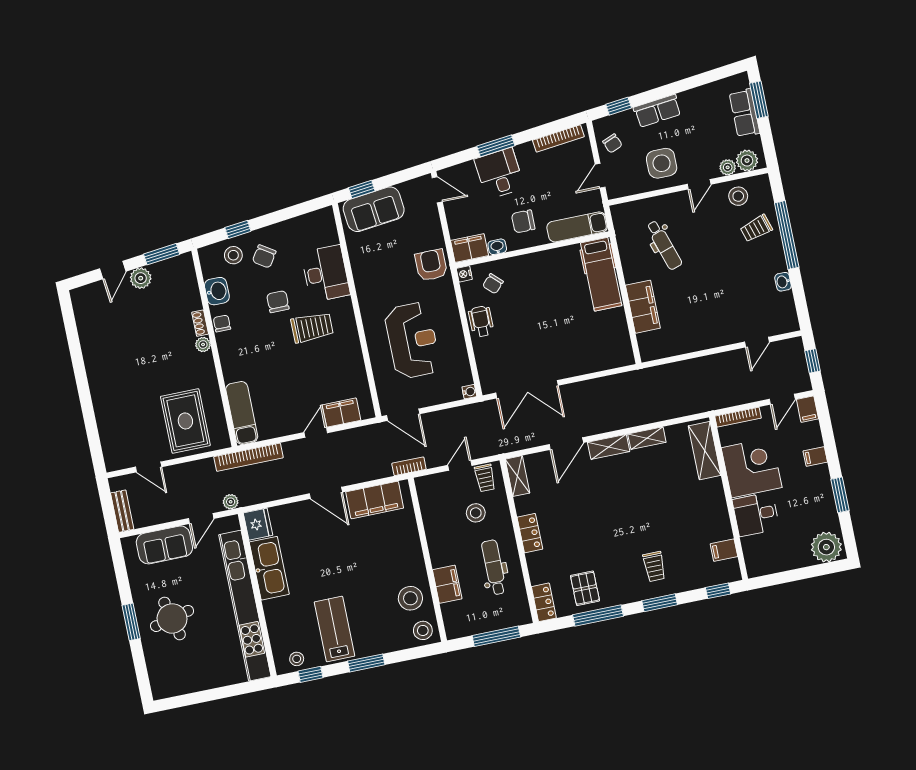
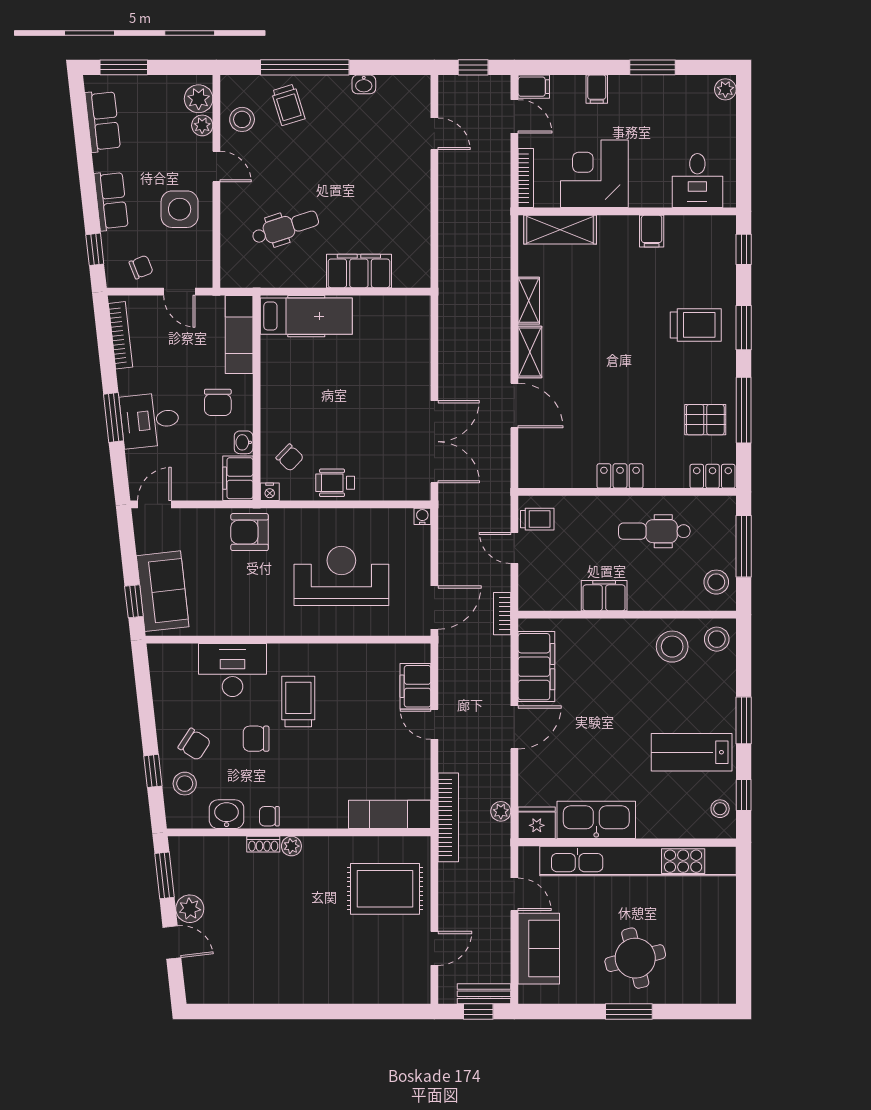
row of seats: (744, 113) -> (103, 121), moved, turned -96
shelving: (517, 476) -> (543, 477), removed
plant: (231, 502) -> (501, 811), moved
window: (108, 509) -> (478, 1012), added
stool: (476, 513) -> (716, 582), moved
desk: (756, 514) -> (697, 181), moved
plant: (826, 547) -> (725, 89), width x0.53, depth x0.53
filing cabinet: (724, 550) -> (652, 231), moved
trolley: (654, 567) -> (696, 325), width x1.36, depth x1.39
filing cabinet: (447, 584) -> (604, 596), moved

